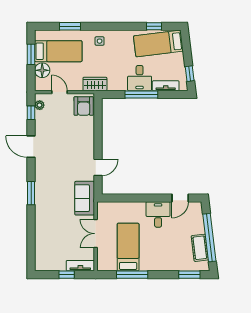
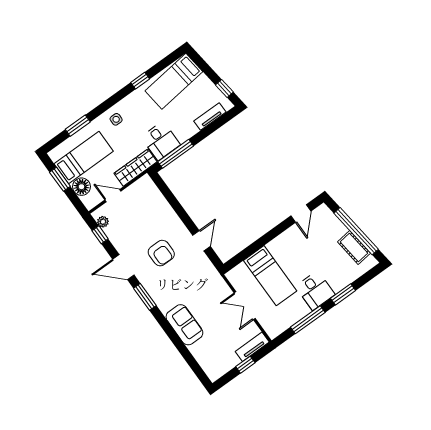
window: (154, 26) -> (140, 81), moved
desk: (140, 78) -> (161, 141), moved
wardrobe: (95, 84) -> (136, 168), width x1.50
window: (141, 94) -> (176, 154), moved
armchair: (84, 106) -> (161, 253), moved
window: (31, 193) -> (145, 297), moved
sofa: (85, 198) -> (184, 325), moved, turned 180
desk: (158, 214) -> (315, 290), moved, turned 180
bed: (128, 247) -> (270, 276), moved, turned 180
window: (189, 275) -> (343, 294), moved

